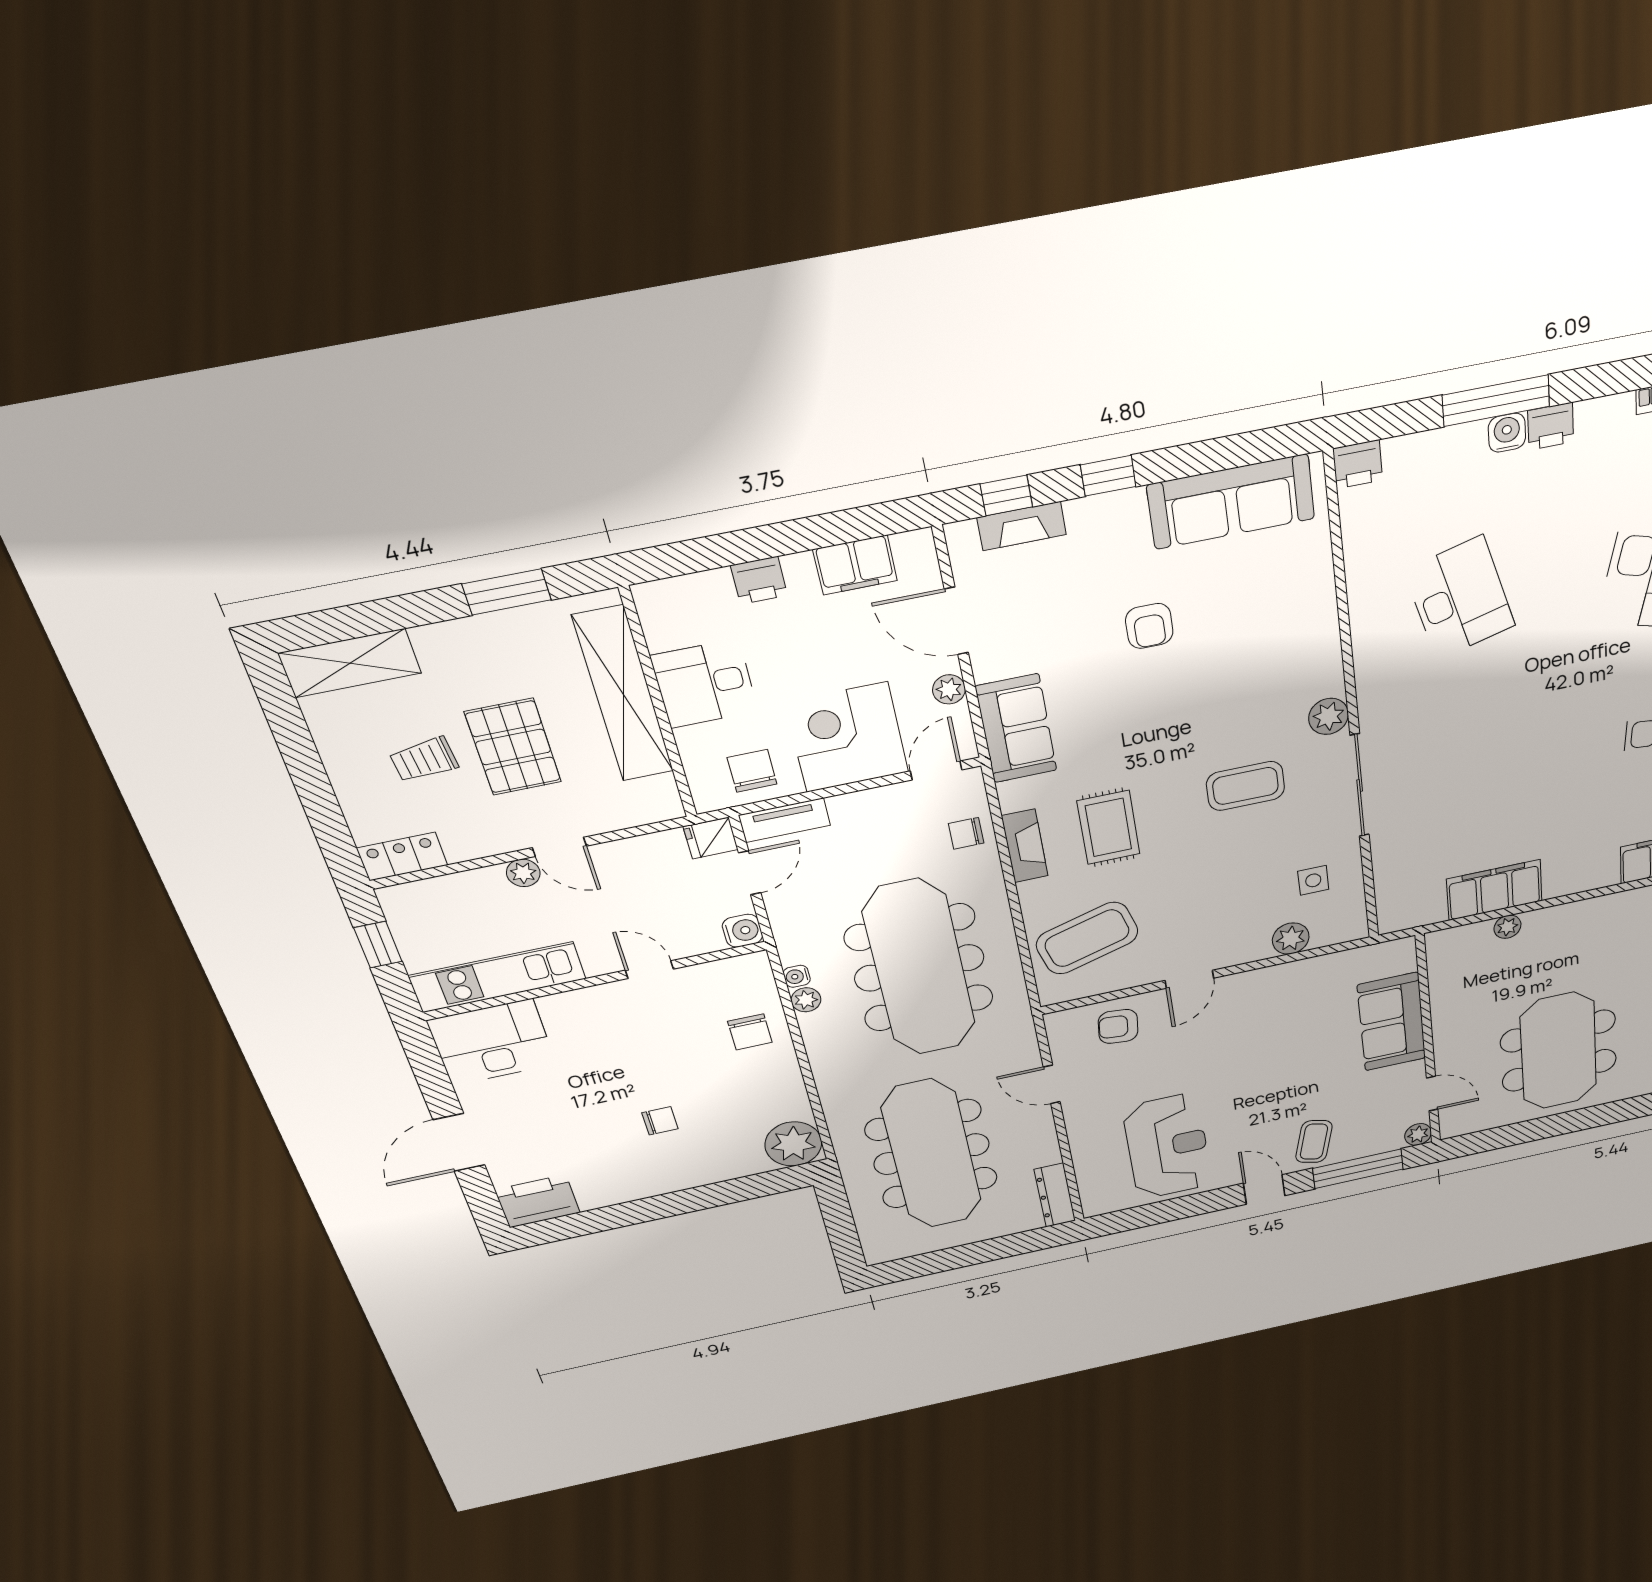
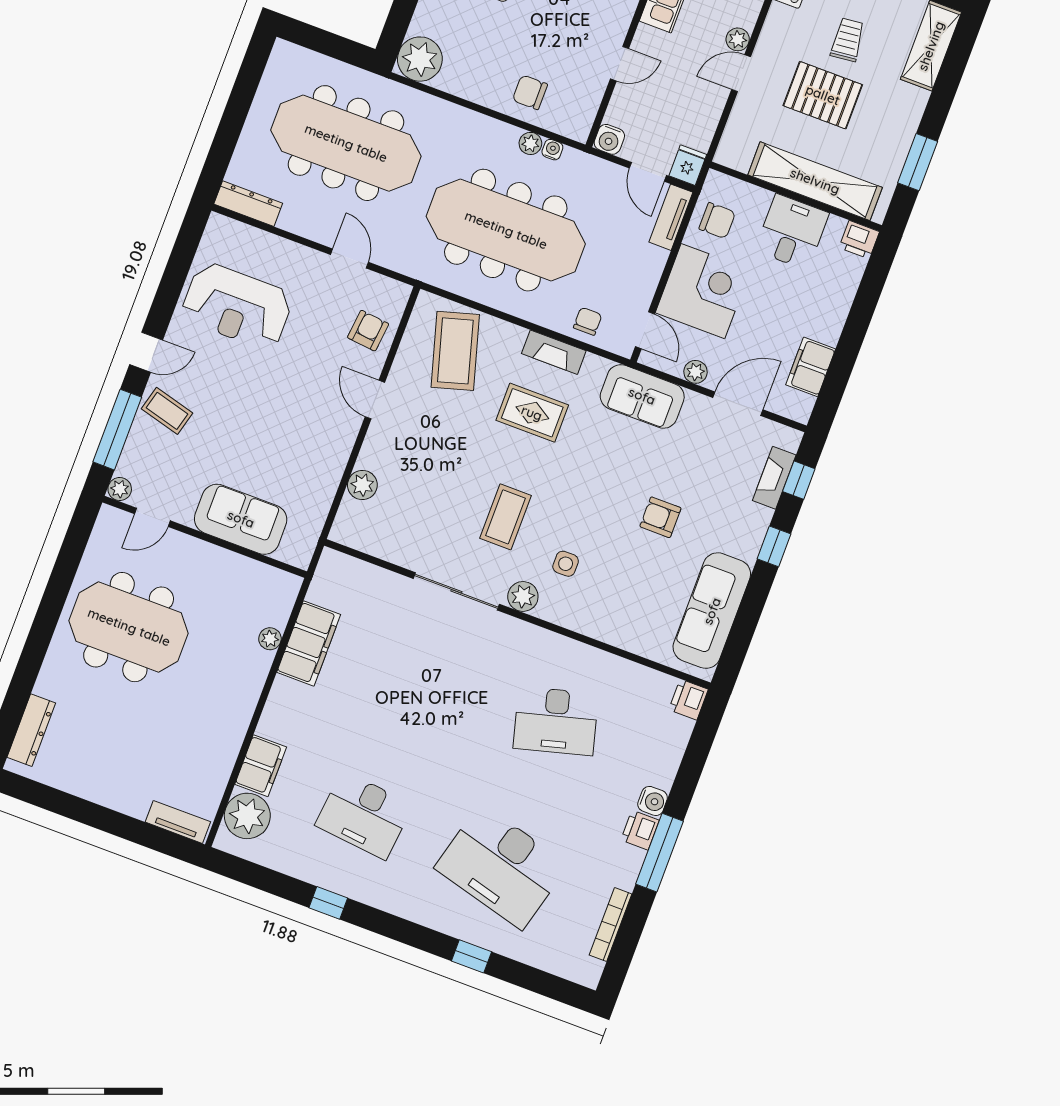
window: (1496, 401) -> (660, 853), moved
printer: (759, 580) -> (859, 240), moved, turned -90
side table: (1313, 880) -> (566, 564), moved
door: (1052, 1084) -> (349, 258), hinge flipped

